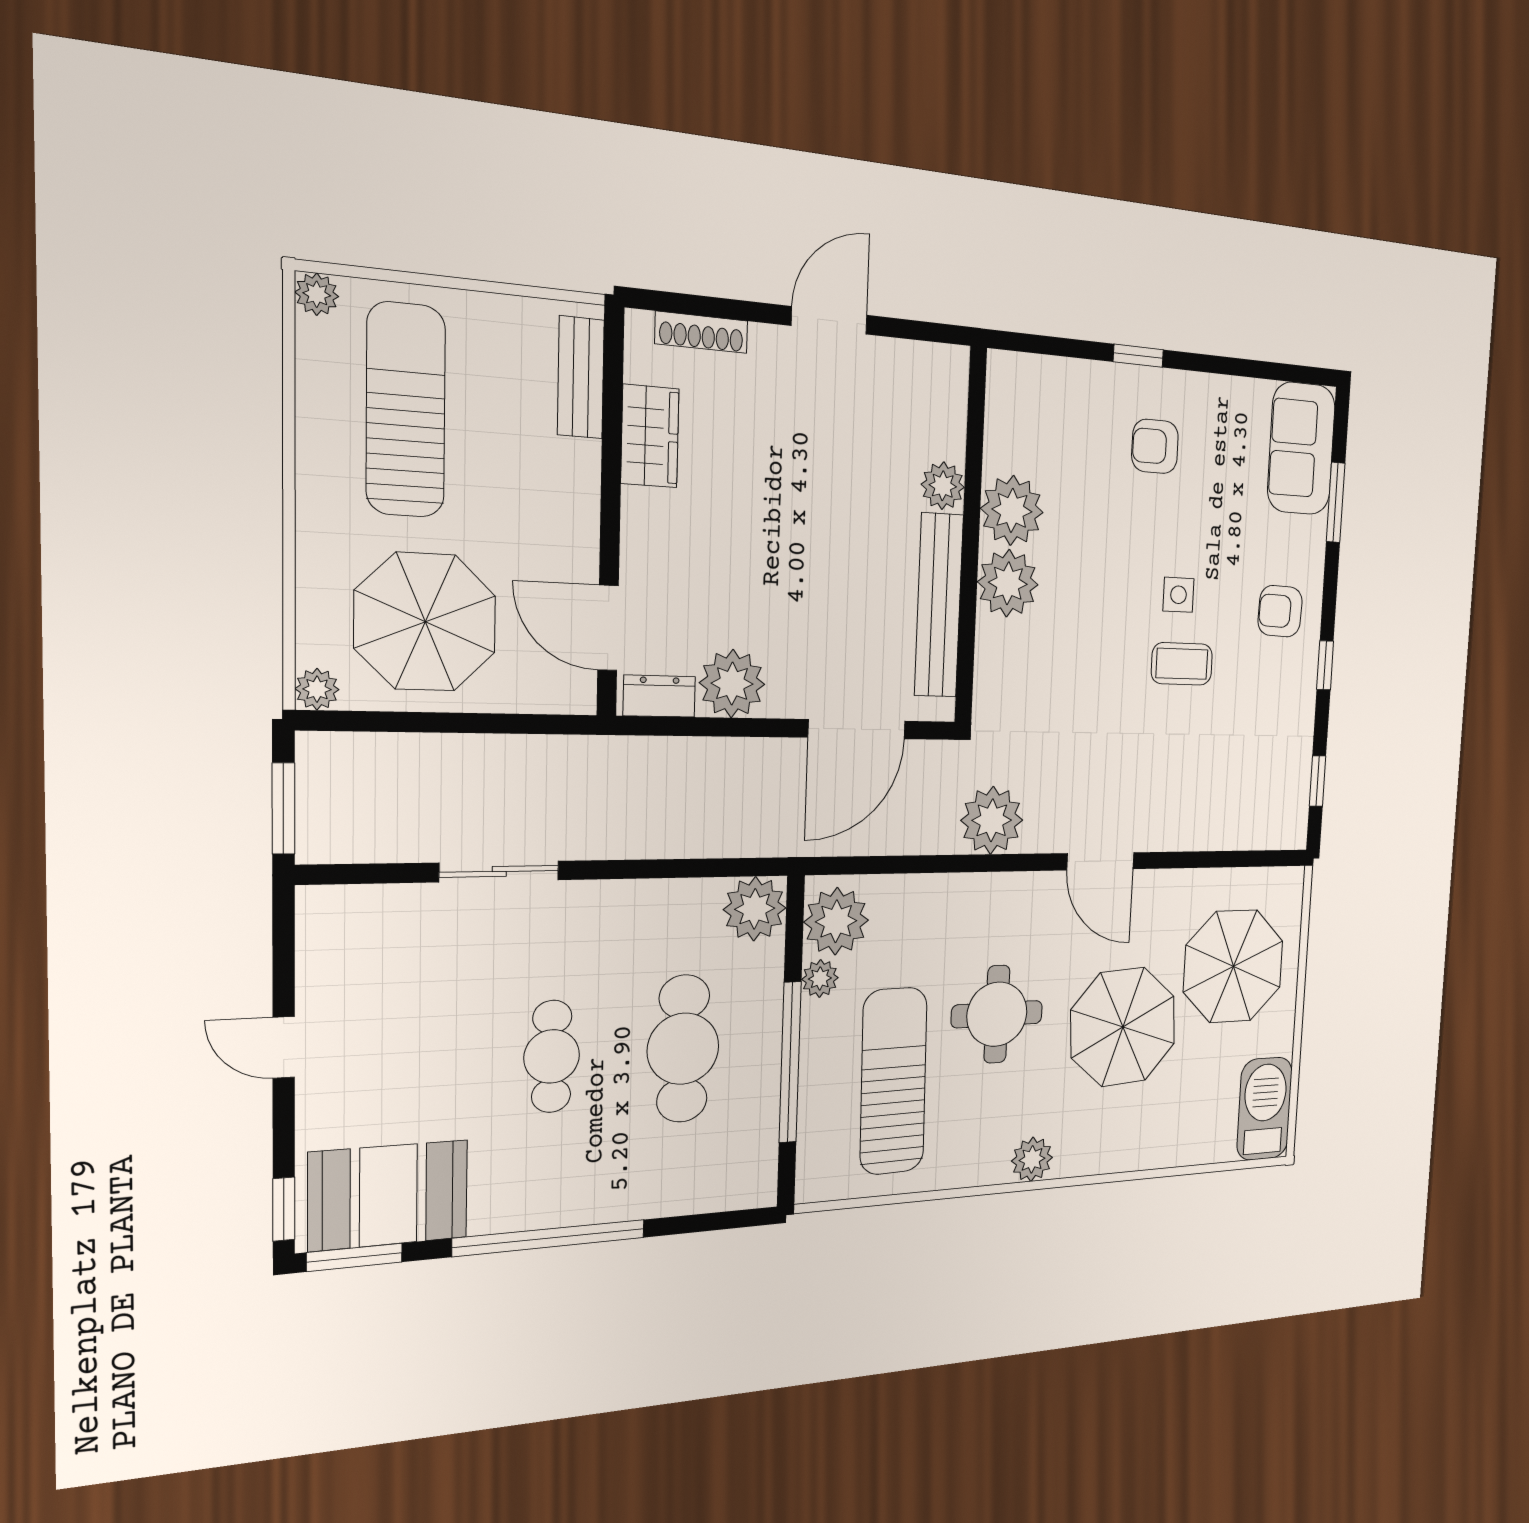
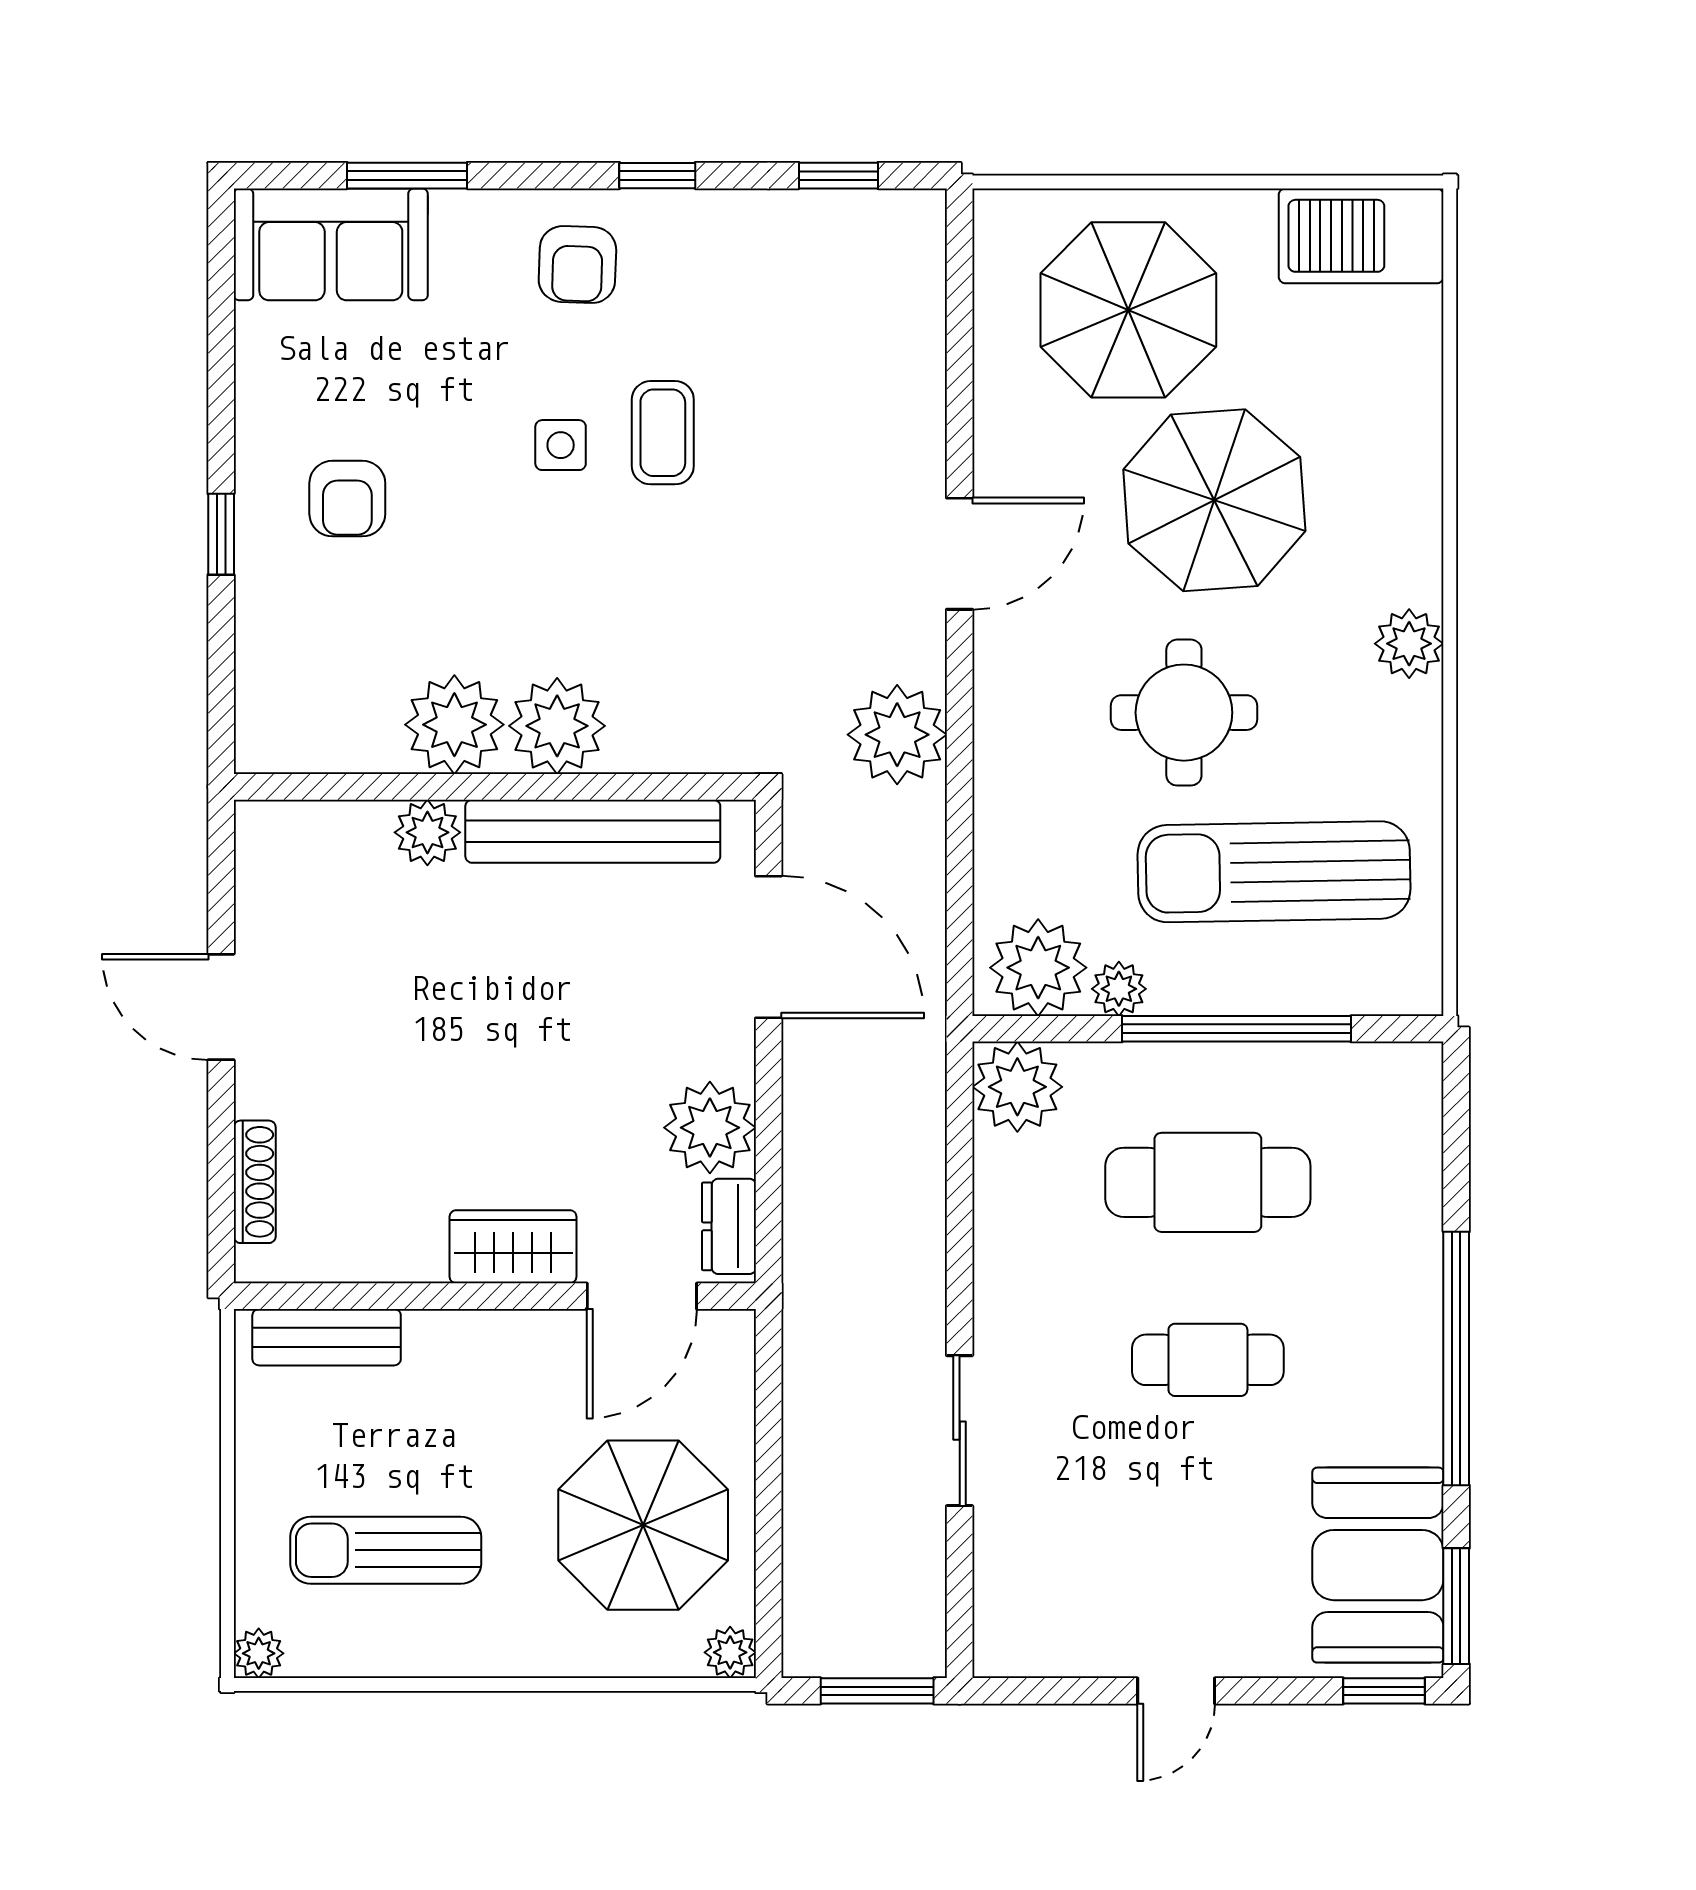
sun lounger: (406, 410) -> (386, 1550), width x0.73, depth x0.75
wardrobe: (650, 436) -> (513, 1247), moved

